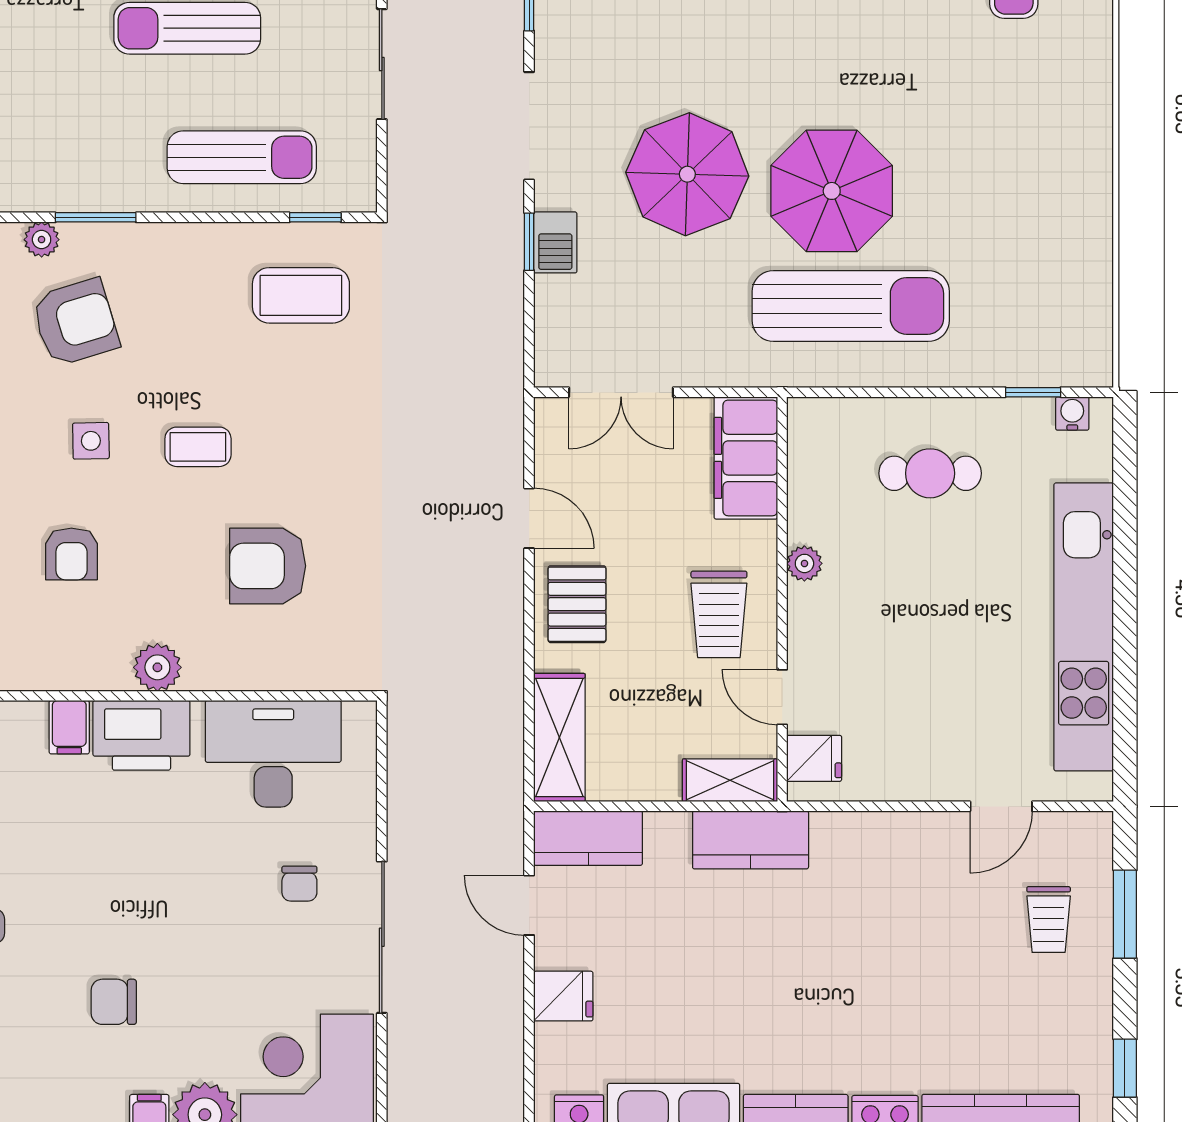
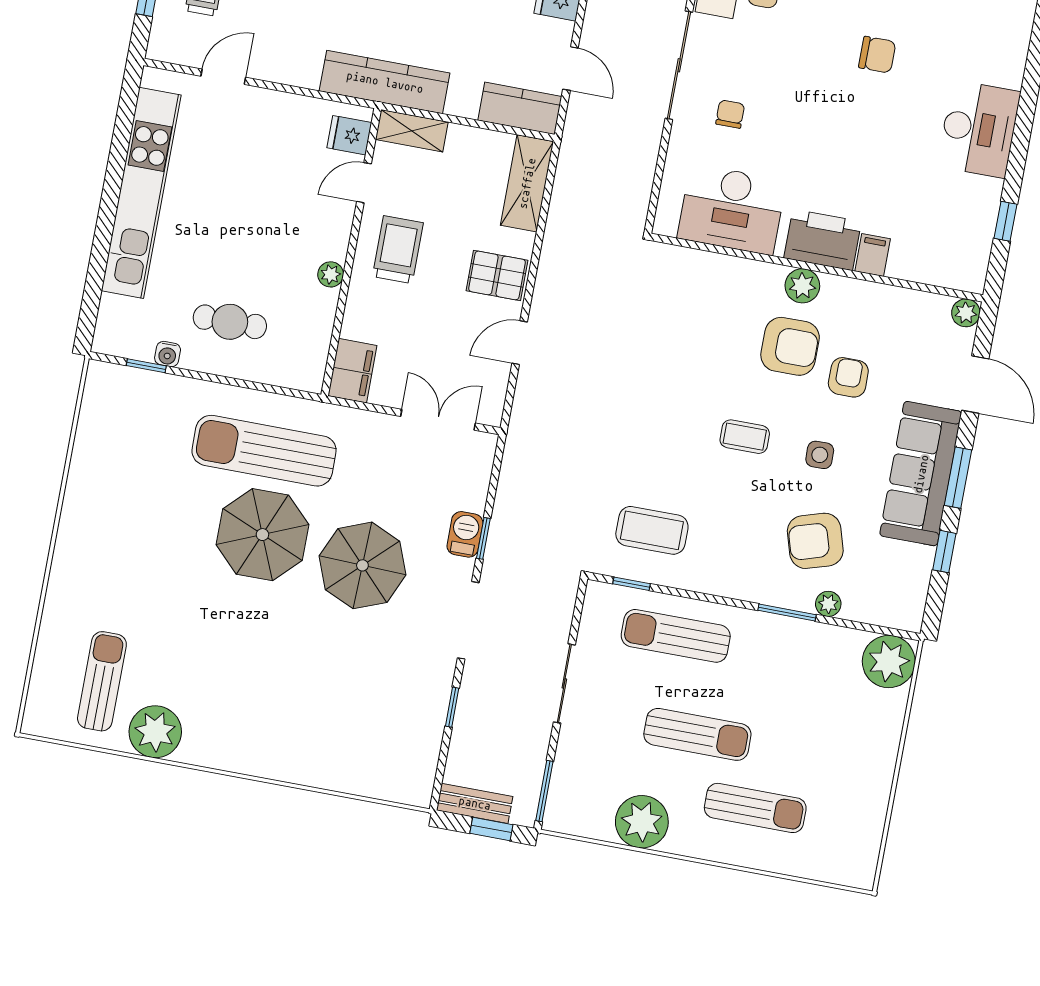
water cooler: (1072, 413) -> (168, 354), moved
filing cabinet: (746, 458) -> (352, 371), width x0.67, depth x0.86
door: (529, 518) -> (520, 343), hinge flipped
armchair: (268, 566) -> (790, 346), moved
pallet: (577, 604) -> (497, 275), turned 90
door: (782, 697) -> (364, 183), swing flipped
kitchen counter: (751, 840) -> (385, 82), width x1.50

